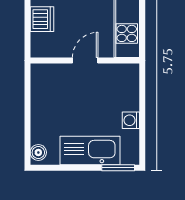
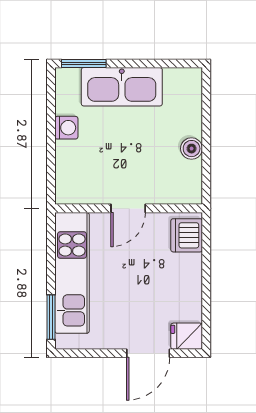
dishwasher: (42, 19) -> (187, 235), moved
boiler: (38, 152) -> (192, 149), moved

